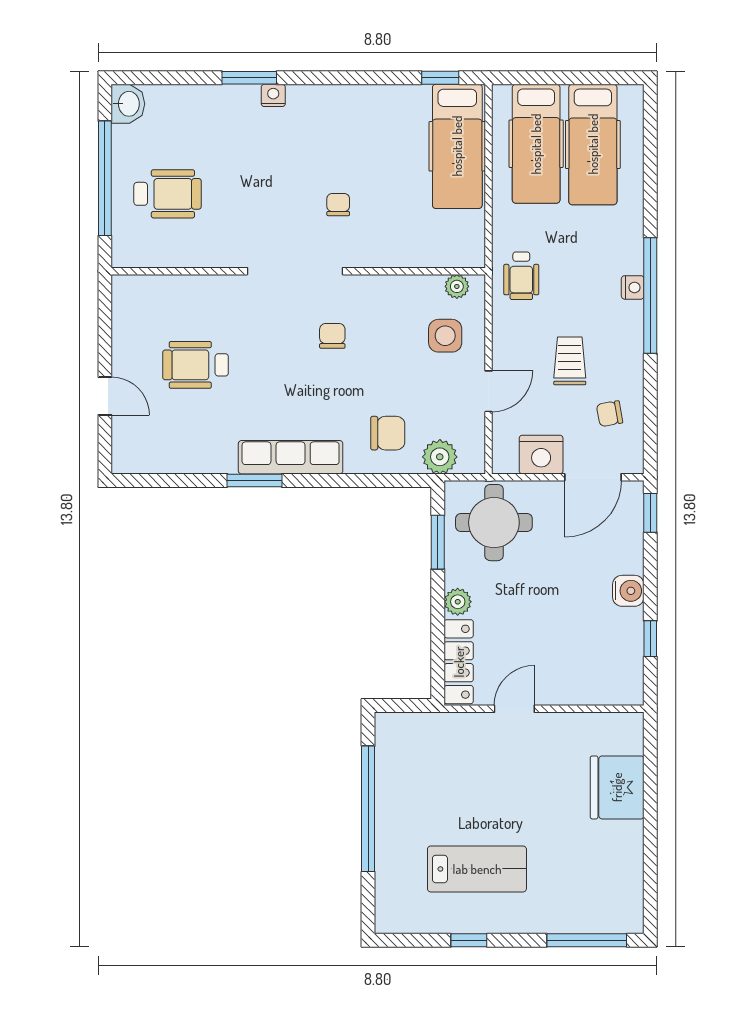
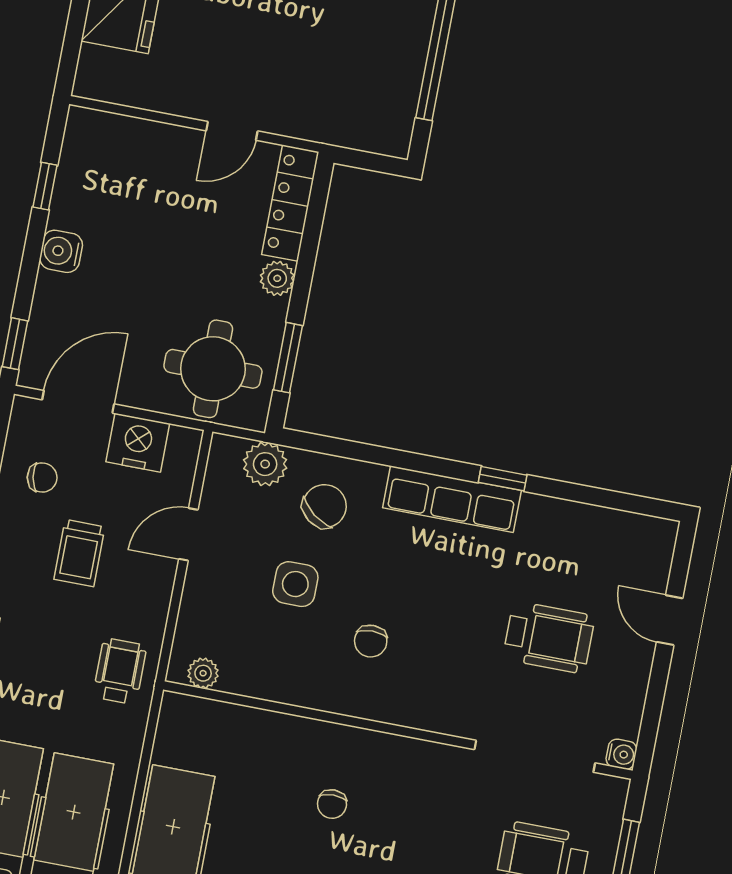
doorway: (295, 271) -> (535, 756), moved
water cooler: (122, 286) -> (621, 754), added
side table: (445, 336) -> (295, 584), moved
chair: (388, 433) -> (325, 506), turned 127
window: (254, 480) -> (503, 479), width x0.67

